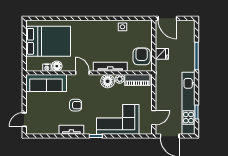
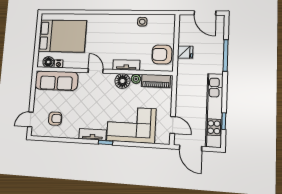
door: (167, 18) -> (205, 13), moved
armchair: (142, 56) -> (162, 54), turned -90
floor lamp: (57, 66) -> (48, 62), moved
tv unit: (110, 67) -> (126, 65), width x0.71
armchair: (76, 105) -> (55, 119), moved
door: (154, 118) -> (173, 125), hinge flipped
tv unit: (71, 130) -> (93, 134), moved

